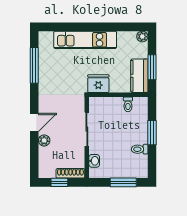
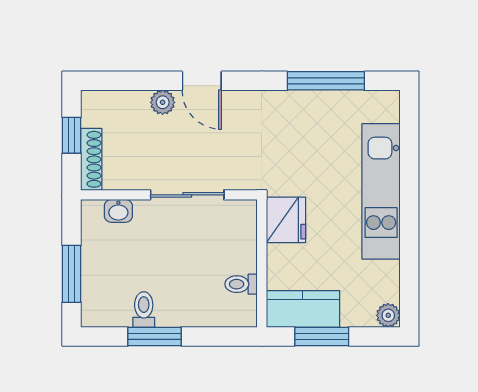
window: (152, 133) -> (154, 336), moved

